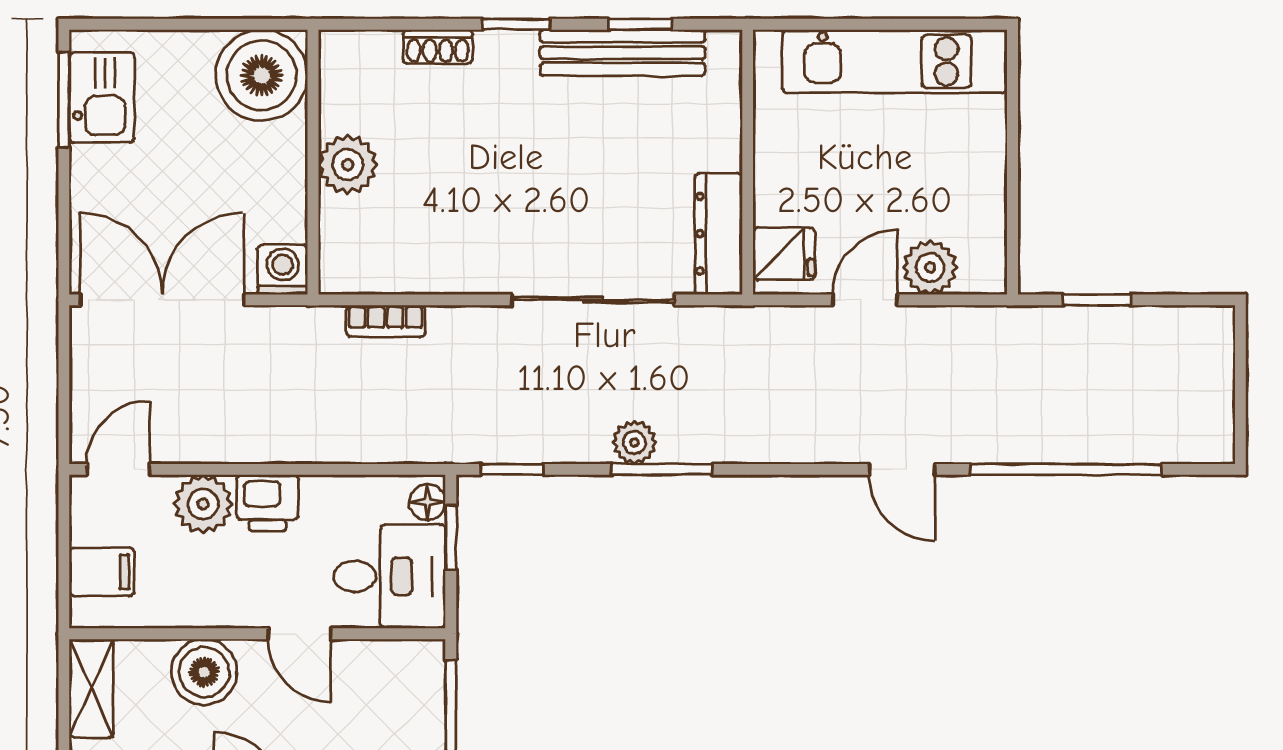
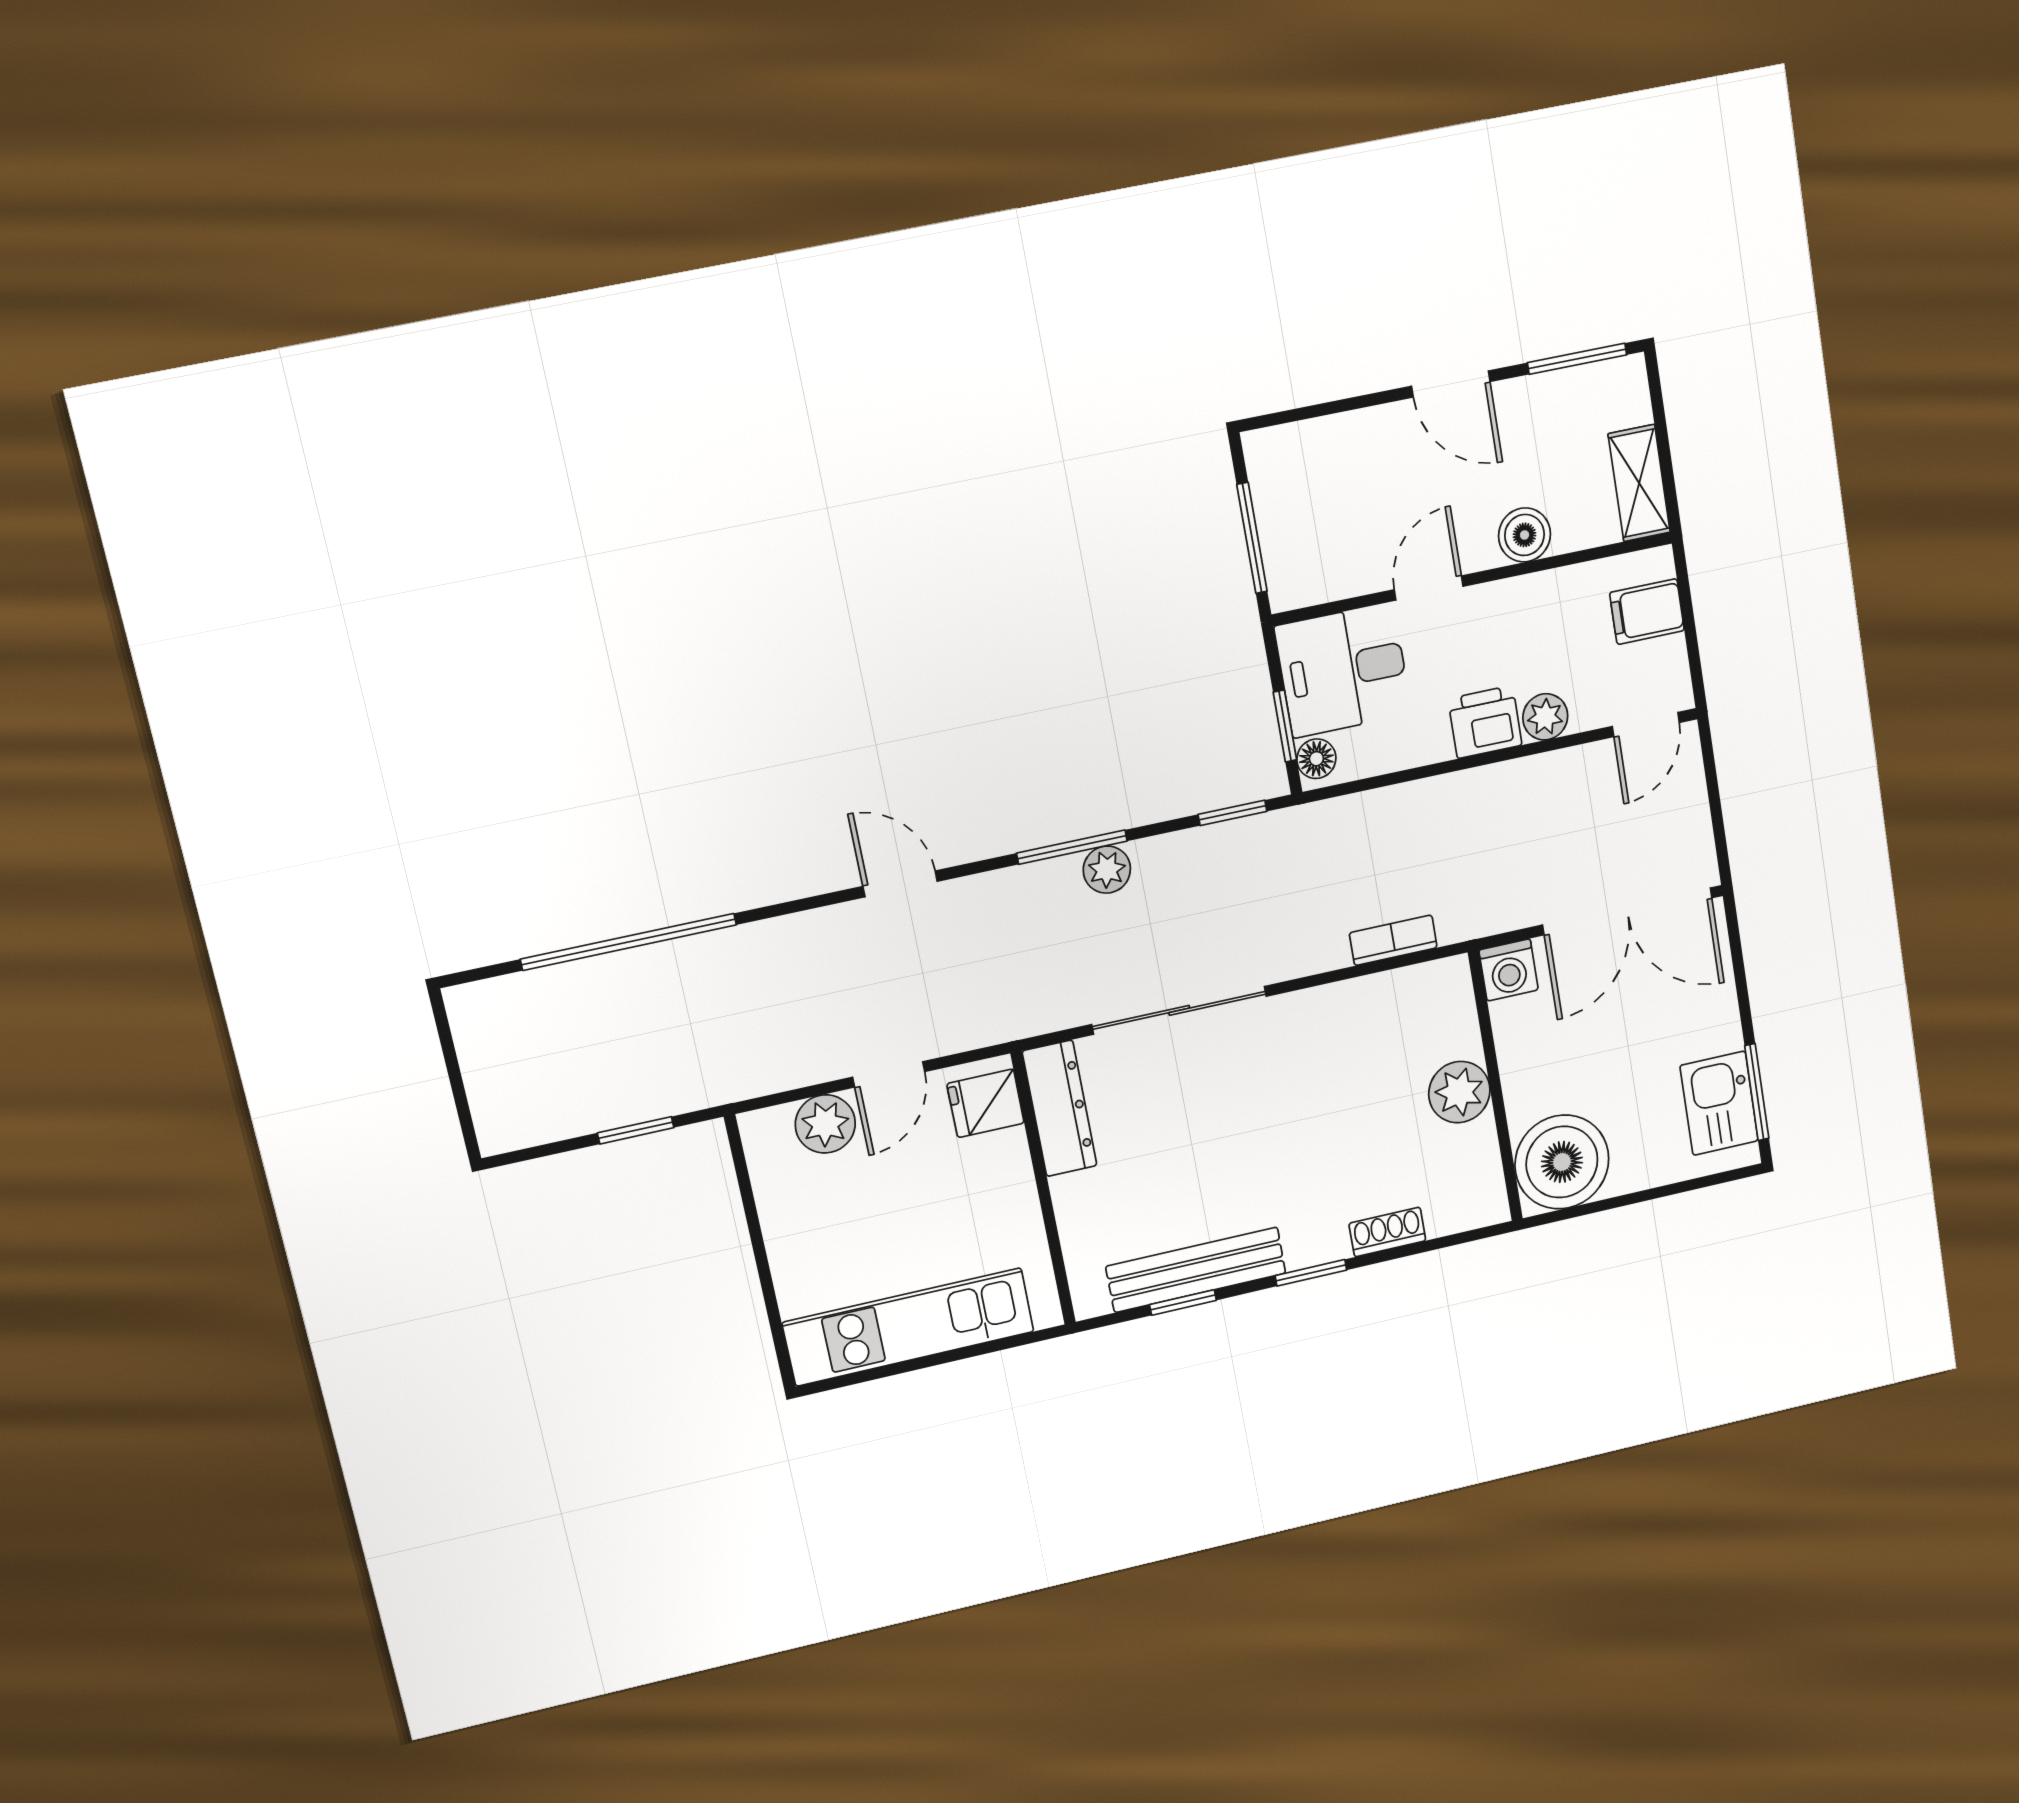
door: (902, 469) -> (900, 884), moved
plant: (203, 504) -> (1545, 717), width x0.73, depth x0.73
door: (299, 634) -> (1429, 588), hinge flipped
boiler: (204, 672) -> (1525, 535), width x0.73, depth x0.73

